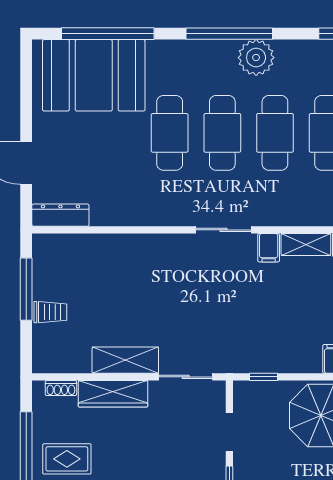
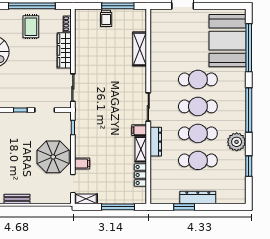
plant: (256, 58) -> (237, 142), moved
dresser: (60, 215) -> (156, 142), moved
shelving: (125, 360) -> (140, 49), moved

